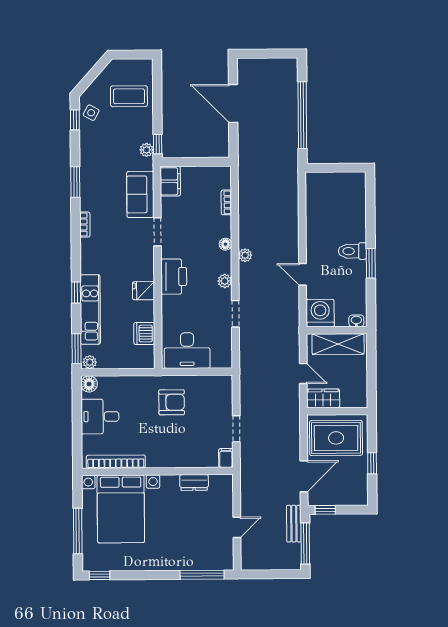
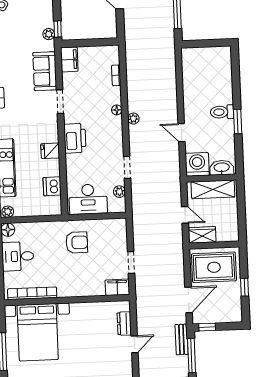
plant: (225, 281) -> (119, 192), moved
washbasin: (356, 321) -> (222, 168), width x1.91, depth x1.45
filing cabinet: (226, 458) -> (117, 287), width x2.00
dresser: (194, 482) -> (124, 324), moved, turned 90

